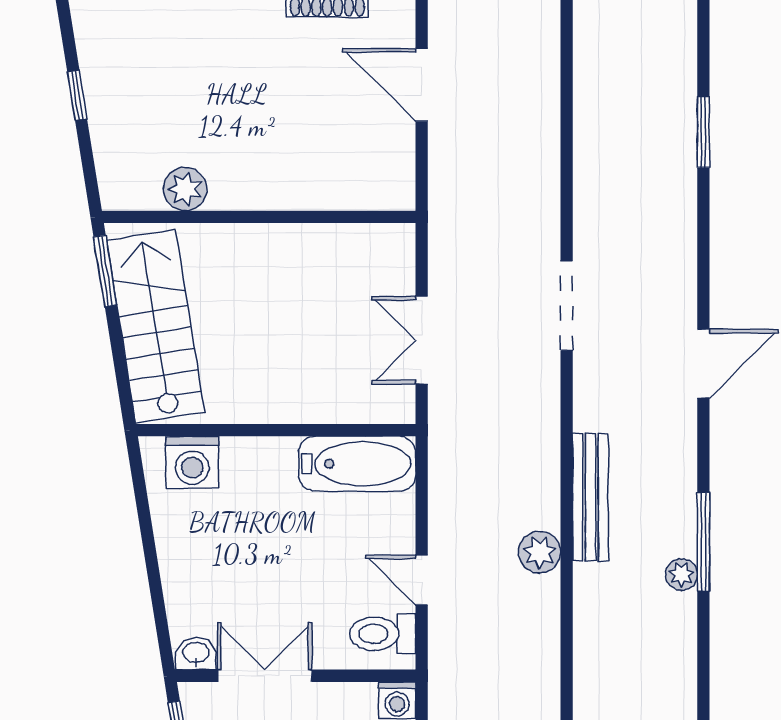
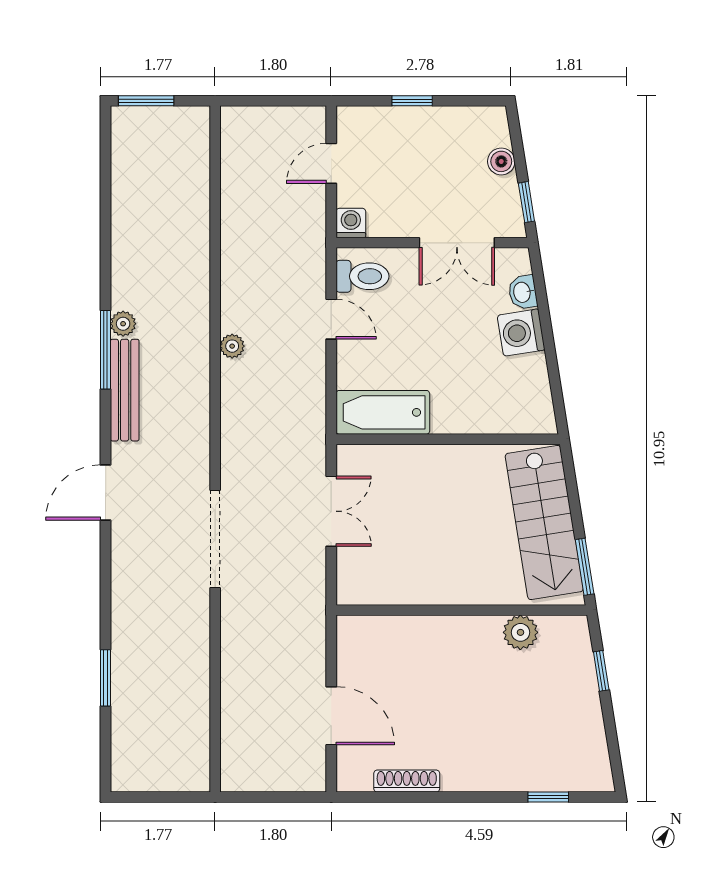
window: (77, 95) -> (601, 671), moved
doorway: (567, 306) -> (215, 539), width x1.36
washing machine: (192, 462) -> (521, 333), moved, turned -99
bench: (590, 497) -> (125, 390), moved
plant: (540, 552) -> (232, 346), width x0.73, depth x0.73
washbasin: (196, 653) -> (523, 292), moved, turned 81

